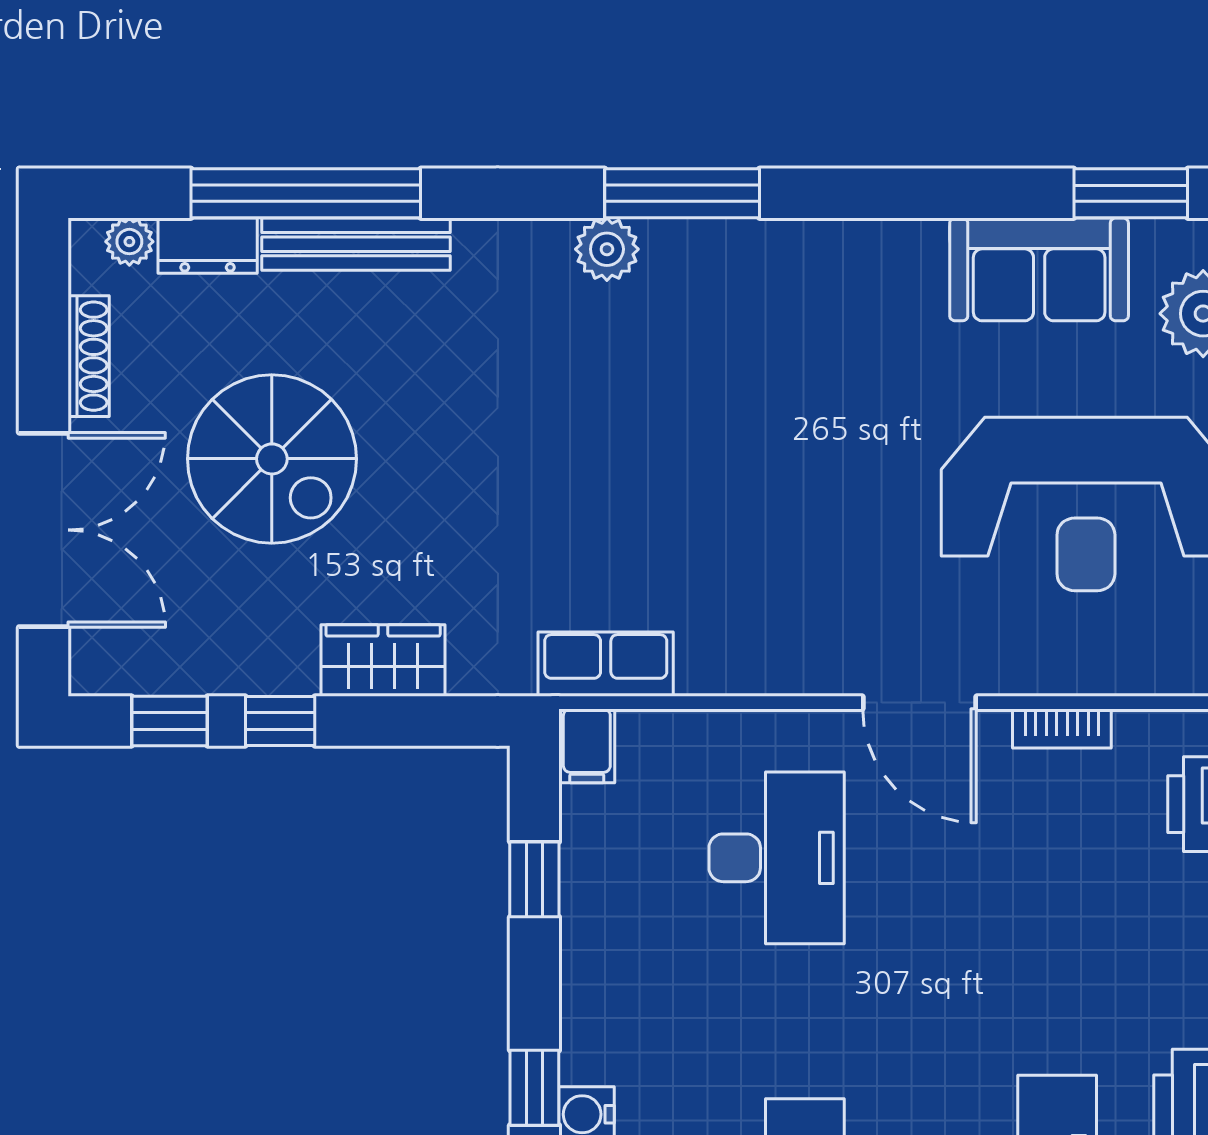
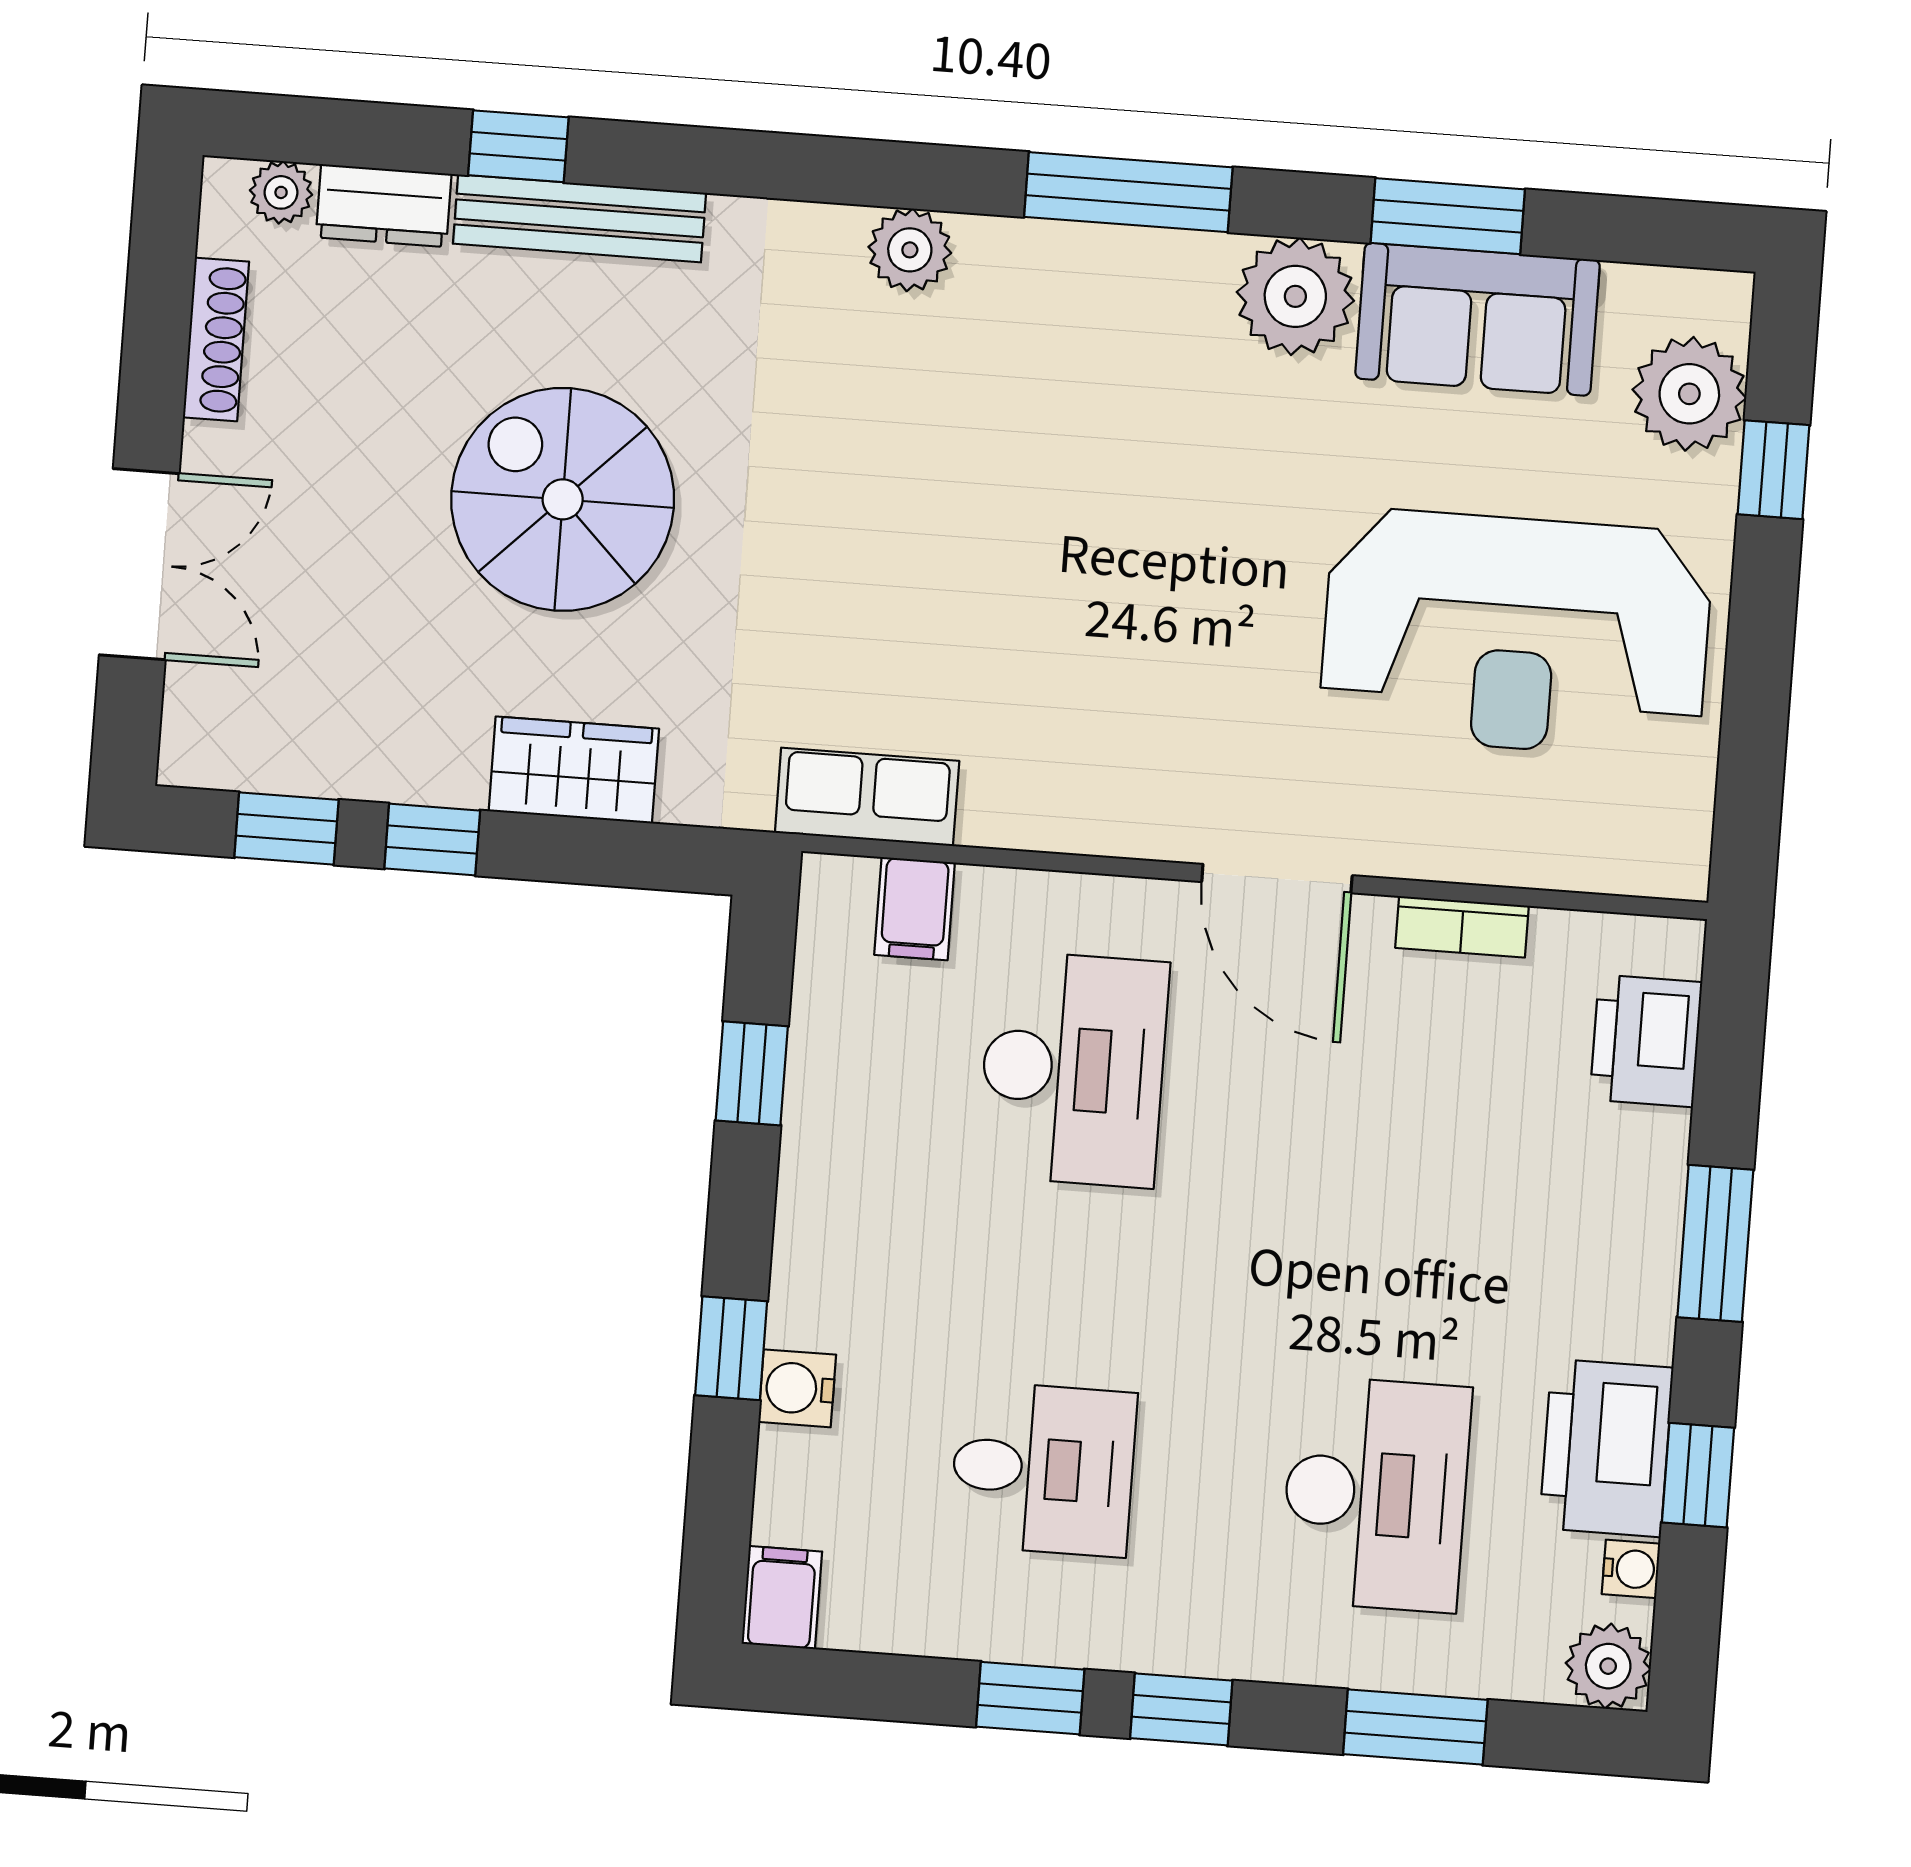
window: (306, 193) -> (518, 146), width x0.32
window: (682, 193) -> (1128, 192), moved
window: (1131, 193) -> (1448, 216), moved
plant: (900, 262) -> (1295, 296), added
spiral stairs: (272, 459) -> (563, 499), moved, turned 180
double door: (43, 530) -> (139, 564), width x0.73
filing cabinet: (587, 746) -> (915, 909), moved

